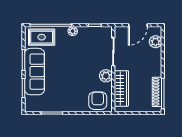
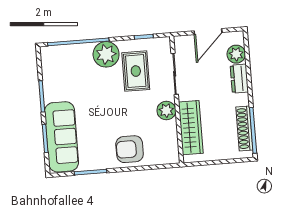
plant: (73, 31) -> (106, 54), width x1.87, depth x1.87
rug: (42, 37) -> (136, 71), moved, turned 90
dresser: (156, 58) -> (239, 79), added
sofa: (35, 72) -> (62, 137), moved
armchair: (98, 101) -> (130, 149), moved, turned -90

